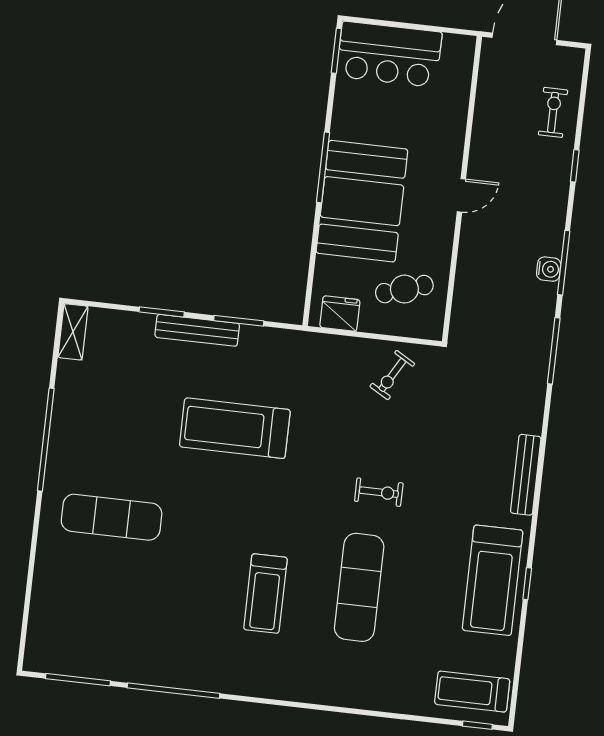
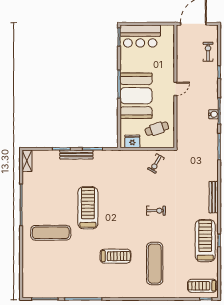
treadmill: (235, 428) -> (88, 208), moved, turned 90
treadmill: (493, 580) -> (205, 241), turned 180
exercise mat: (359, 587) -> (155, 264), moved
treadmill: (265, 594) -> (115, 256), turned -90

